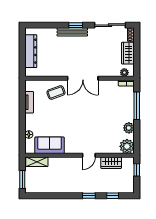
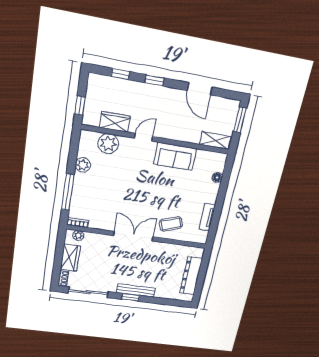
sofa: (50, 145) -> (175, 156), moved
plant: (127, 146) -> (108, 144), moved
door: (56, 196) -> (200, 89), added

